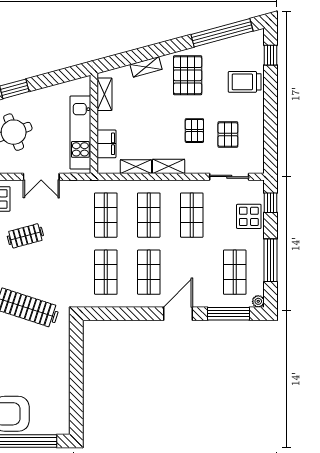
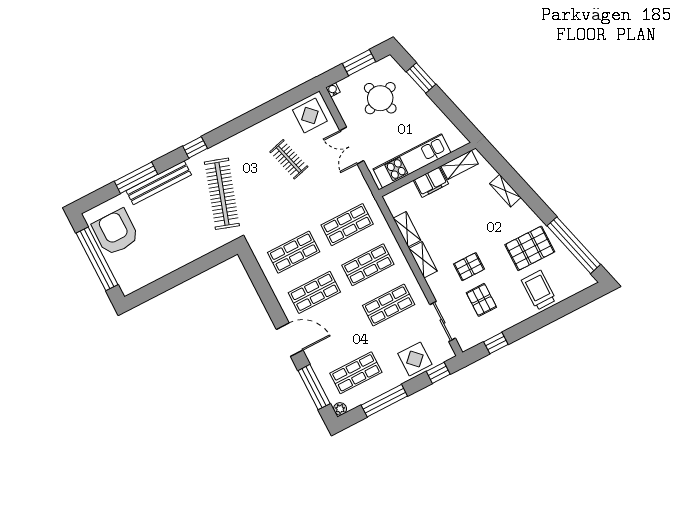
window: (271, 55) -> (496, 343), moved
pallet: (188, 75) -> (530, 248), moved
pallet: (228, 135) -> (481, 300), turned 90
filing cabinet: (106, 144) -> (431, 182), moved

